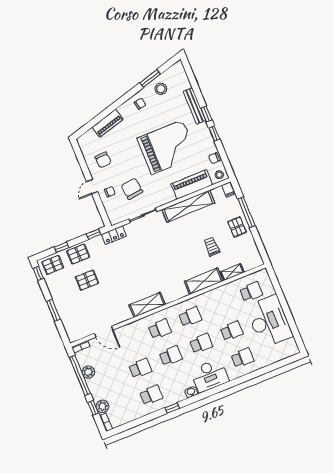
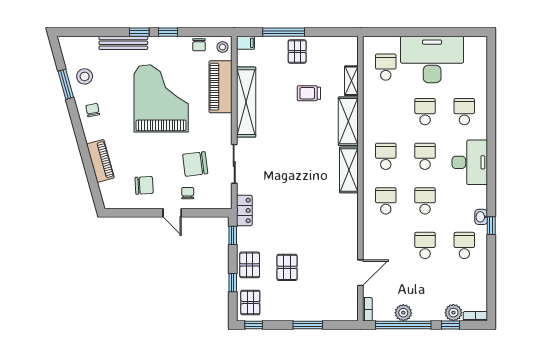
pallet: (237, 227) -> (297, 52), turned 90
shelving: (147, 305) -> (349, 170), moved
washbasin: (191, 392) -> (481, 217), moved

